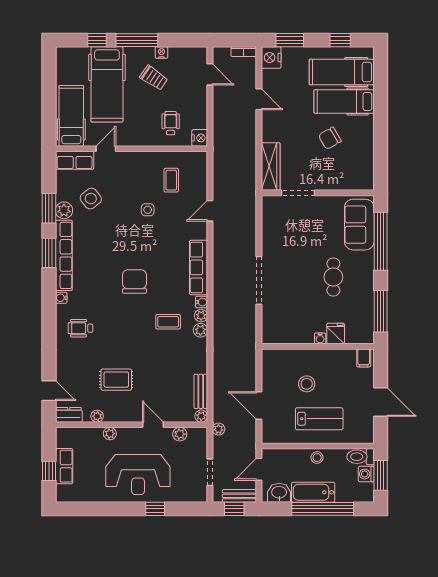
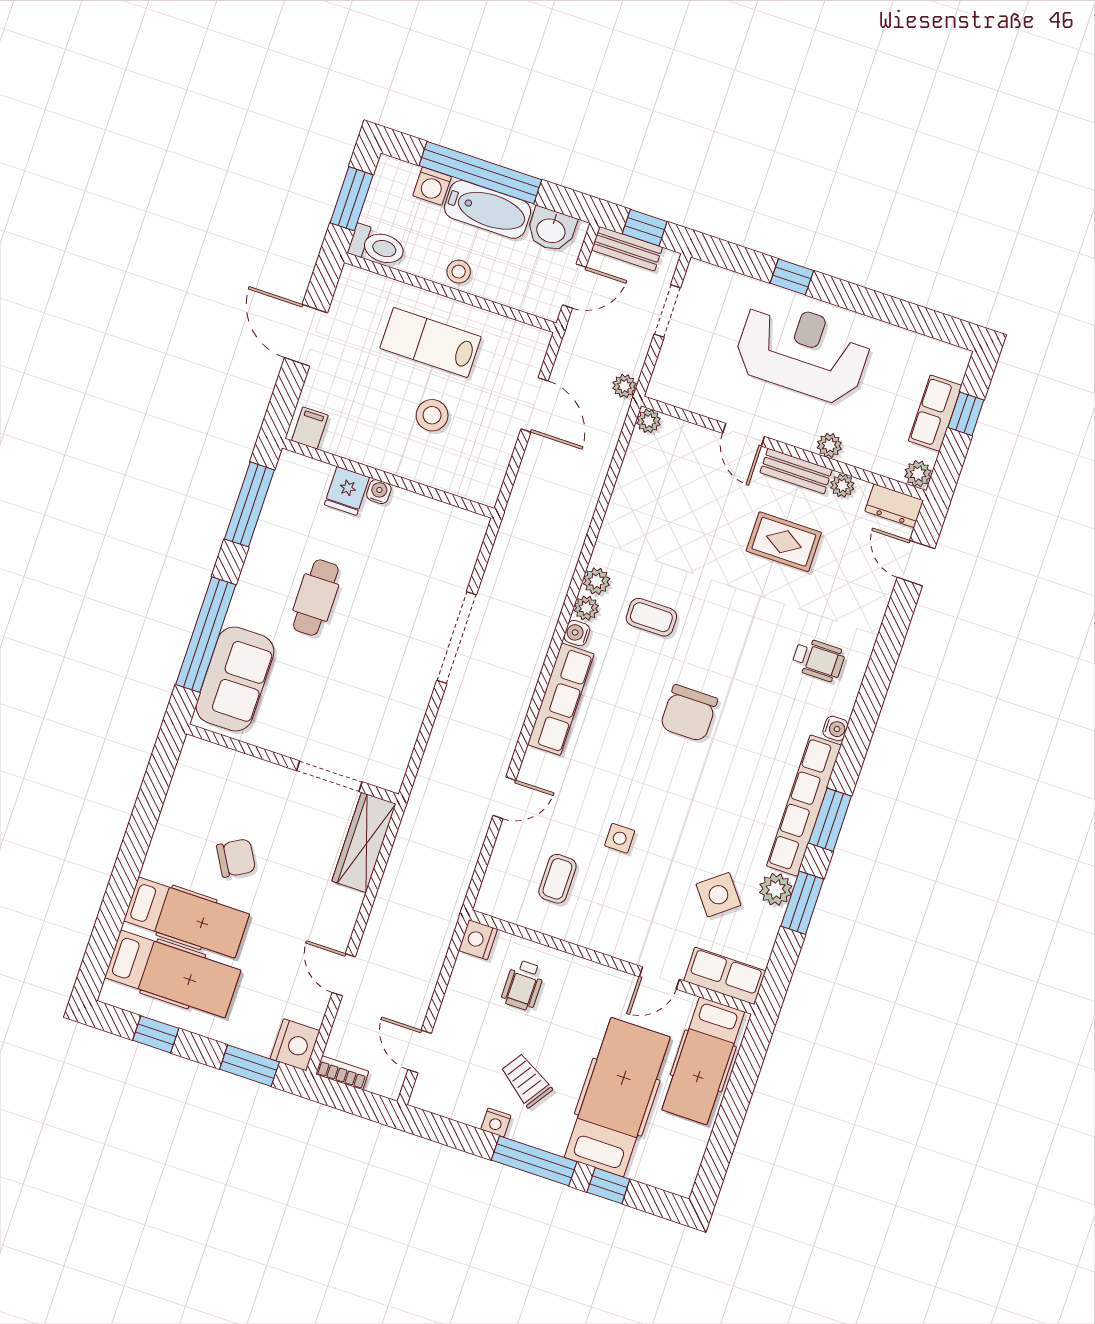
bench: (201, 391) -> (796, 471), moved, turned 90
plant: (180, 434) -> (918, 474), moved
washing machine: (366, 474) -> (432, 186), moved, turned 90

